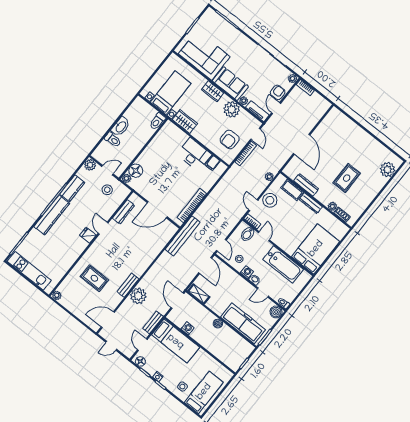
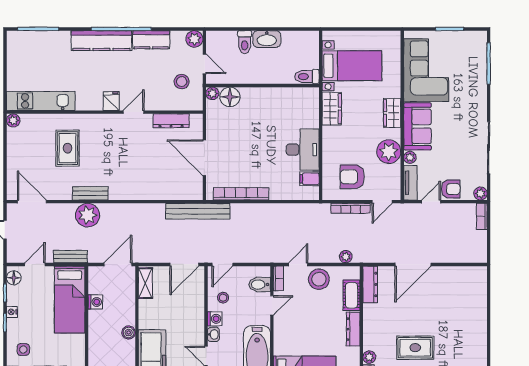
dresser: (306, 185) -> (370, 284), moved
kitchen unit: (29, 271) -> (41, 101), moved, turned -90

